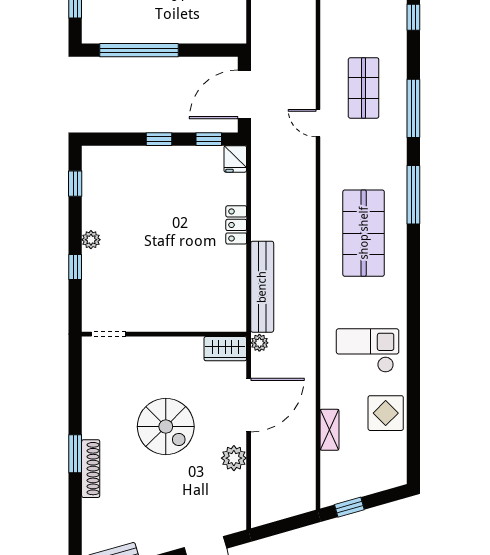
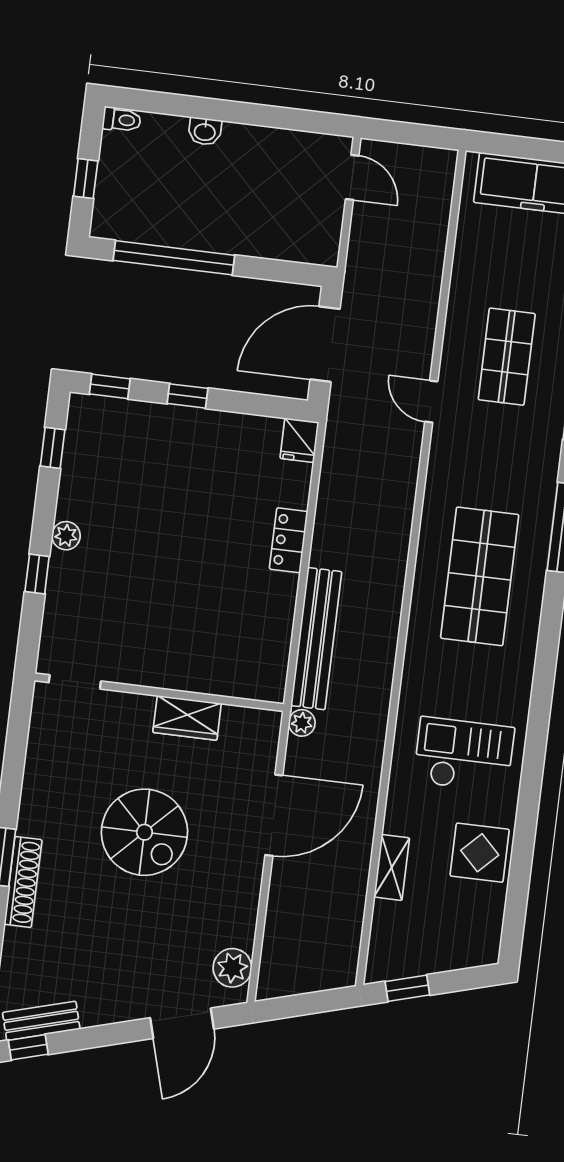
window: (209, 139) -> (110, 386), moved
wardrobe: (225, 349) -> (187, 718), moved
plant: (234, 458) -> (232, 968), moved

